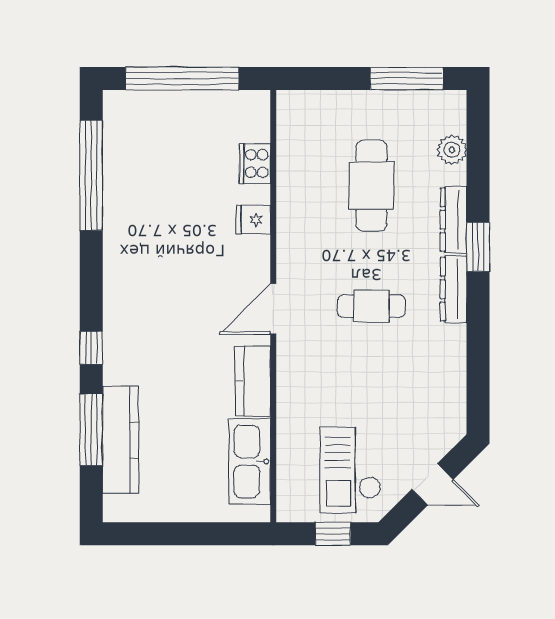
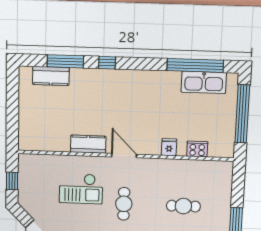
cafe table: (371, 186) -> (183, 206), width x0.73, depth x0.74
kitchen counter: (120, 440) -> (51, 76), width x0.67
kitchen sink: (250, 461) -> (204, 82), moved, turned 180
checkout: (350, 470) -> (81, 189), moved, turned 180

